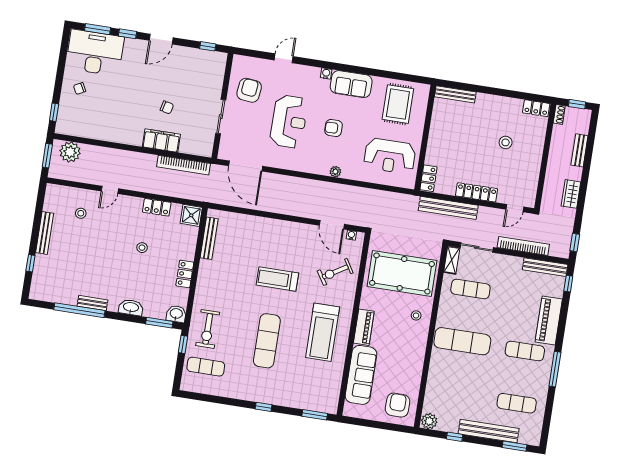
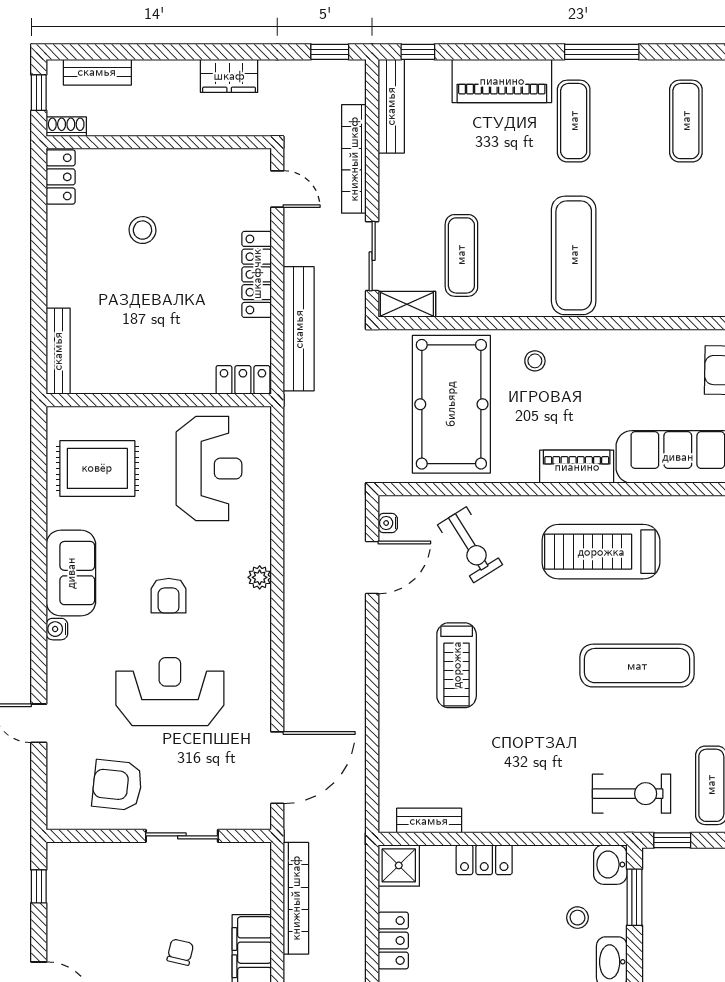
bench: (579, 150) -> (97, 72), moved
bench: (209, 238) -> (429, 821), width x0.73
stool: (142, 248) -> (577, 918), moved
locker: (185, 274) -> (484, 860), moved
treadmill: (277, 279) -> (457, 665), moved
treadmill: (323, 332) -> (601, 552), turned 180

